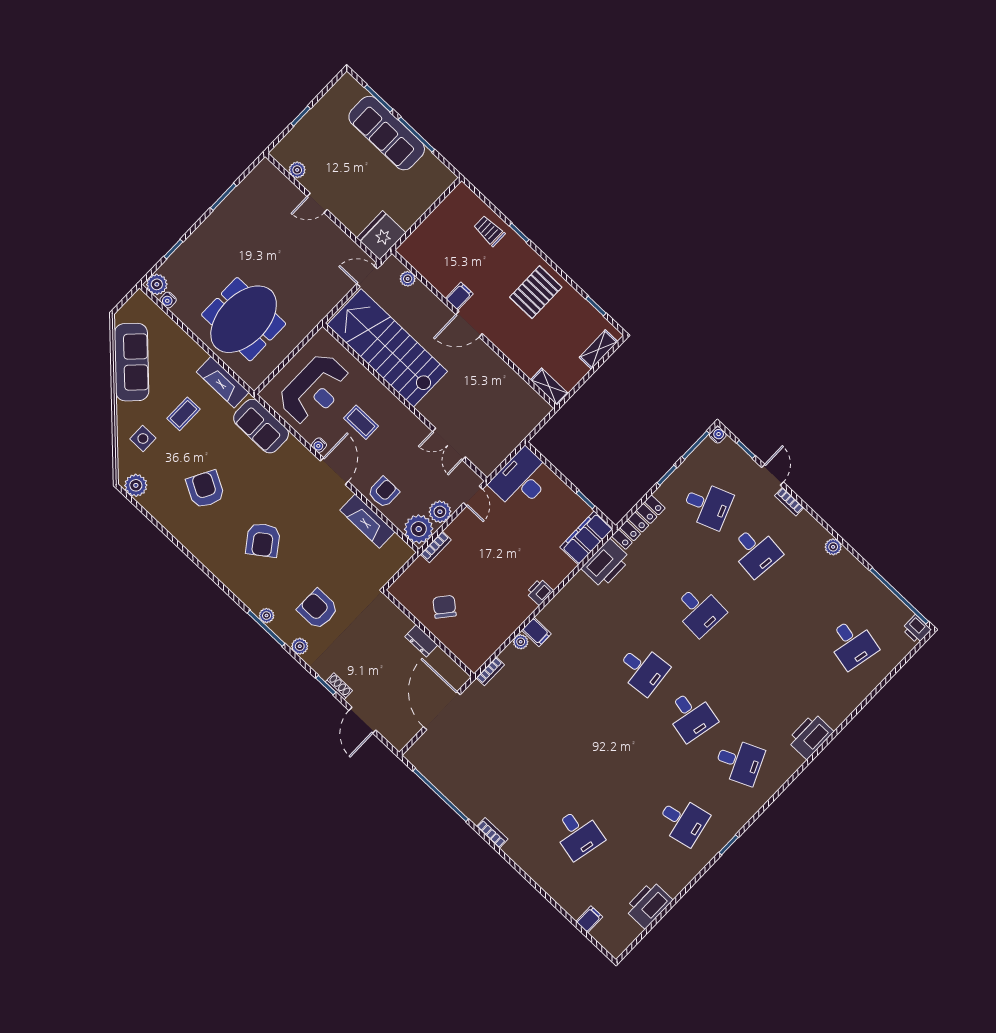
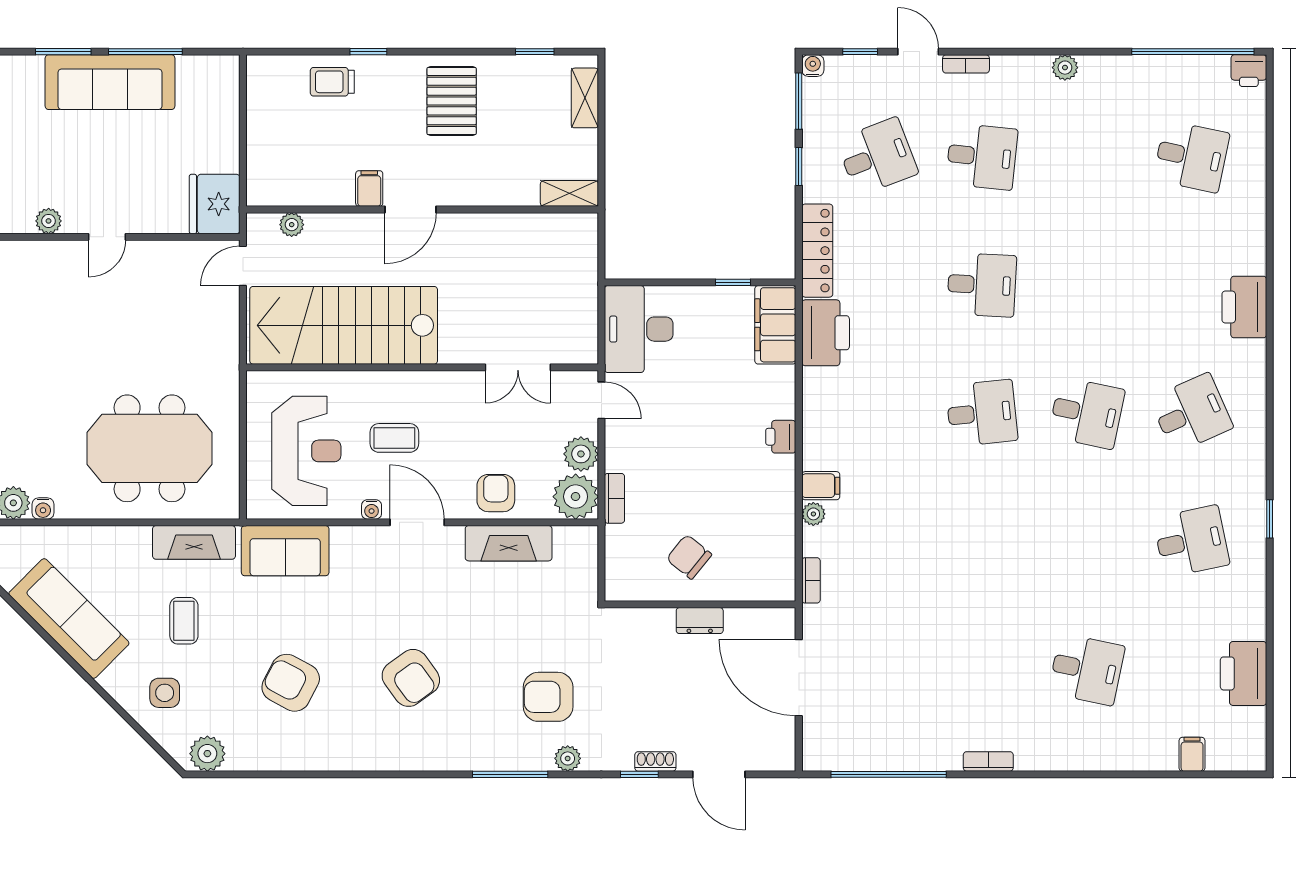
meeting table: (244, 319) -> (150, 448), turned 90
plant: (267, 616) -> (497, 760), removed

